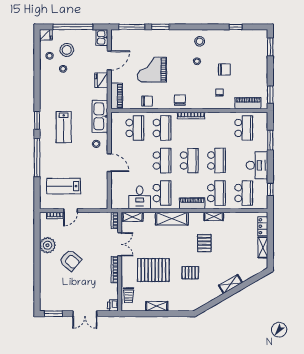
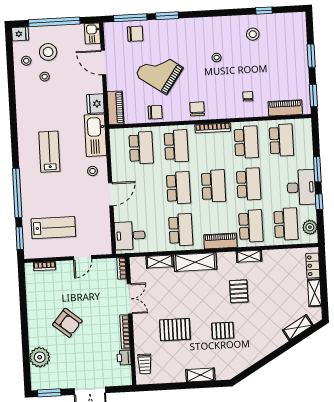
stool: (200, 41) -> (253, 34), moved
window: (270, 47) -> (311, 56), moved
door: (109, 60) -> (104, 63), swing flipped
grand piano: (152, 70) -> (159, 71), turned 35
chair: (224, 70) -> (135, 34), moved
fridge: (101, 80) -> (95, 104), moved
window: (37, 120) -> (20, 238), moved
lab bench: (64, 127) -> (49, 152), turned 180
school desk: (216, 128) -> (246, 142), added
window: (270, 140) -> (317, 169), moved
door: (109, 163) -> (111, 194), hinge flipped
lab bench: (64, 186) -> (53, 228), turned 180
window: (270, 189) -> (319, 202), moved
plant: (262, 196) -> (310, 227), added
desk: (140, 197) -> (130, 235), moved, turned 90
door: (71, 211) -> (83, 258), moved
shelving: (132, 217) -> (160, 262), moved
plant: (48, 245) -> (40, 357), moved
pallet: (153, 270) -> (175, 330), width x0.73, depth x0.71
shelving: (231, 284) -> (298, 328), moved
printer: (113, 305) -> (124, 358), moved
shelving: (157, 306) -> (200, 375), moved

